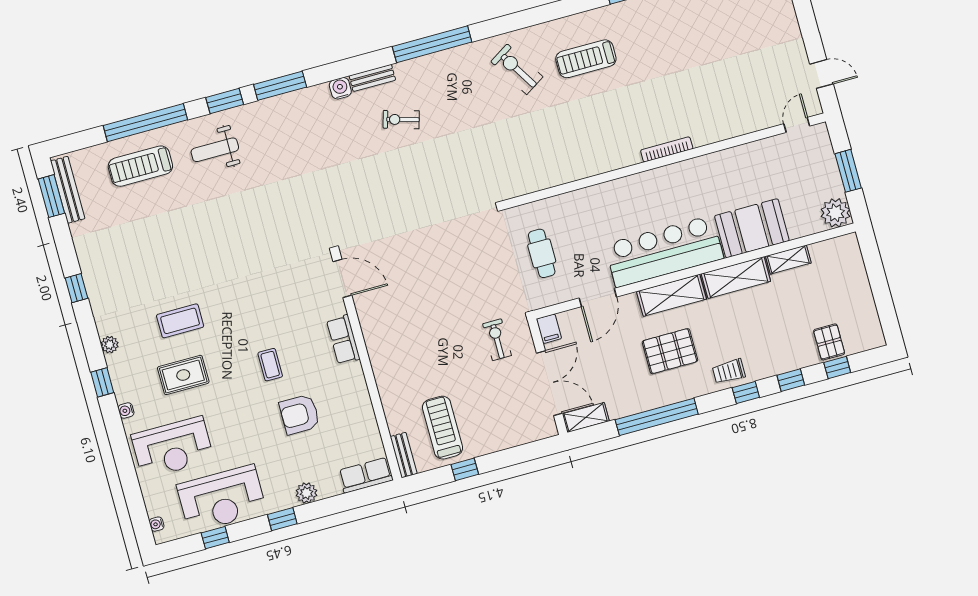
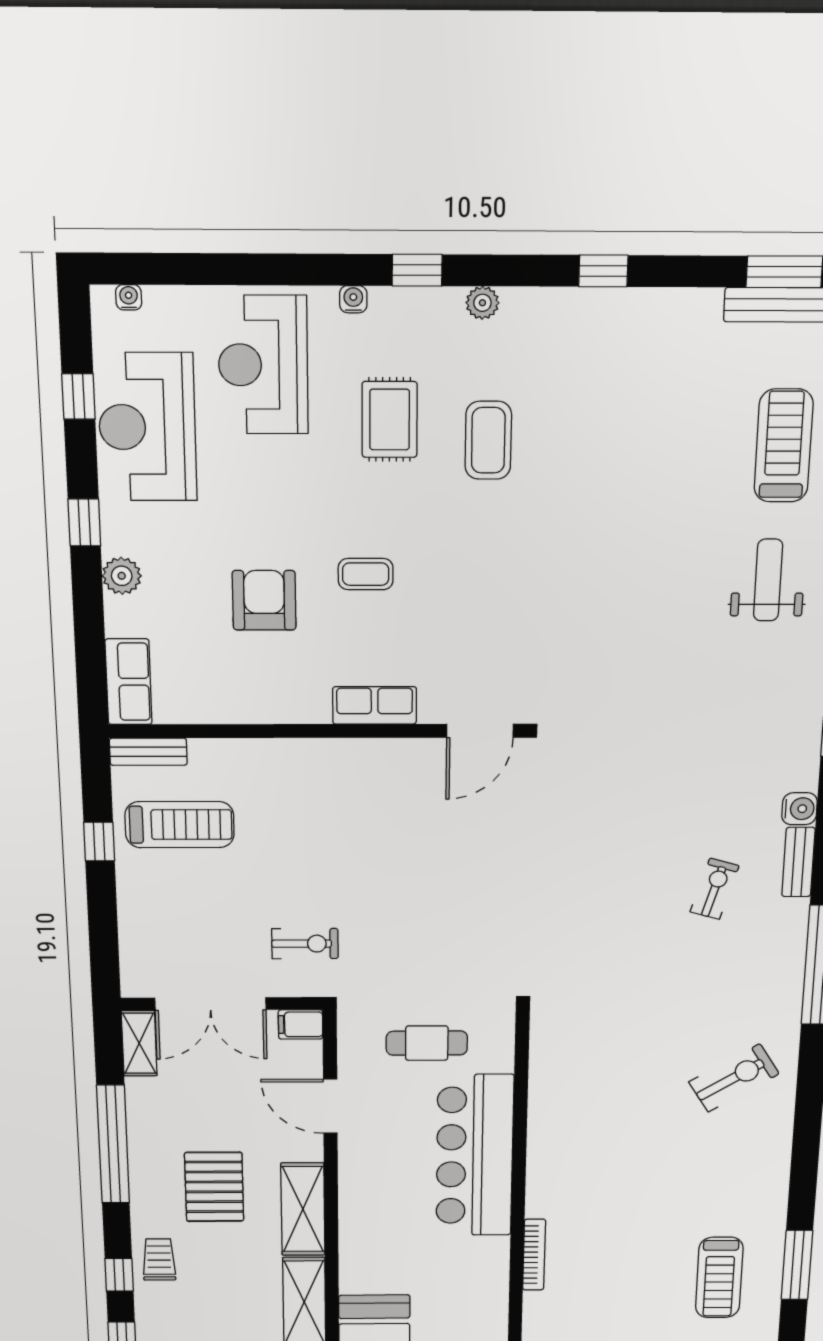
treadmill: (586, 59) -> (719, 1278), moved, turned 180
bar counter: (664, 251) -> (475, 1156), moved, turned 180

